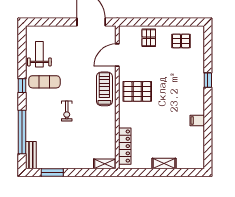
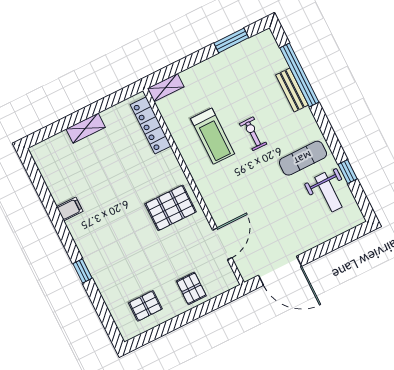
window: (22, 86) -> (348, 172), moved
treadmill: (104, 89) -> (213, 136), moved
bench: (31, 155) -> (292, 90), moved

